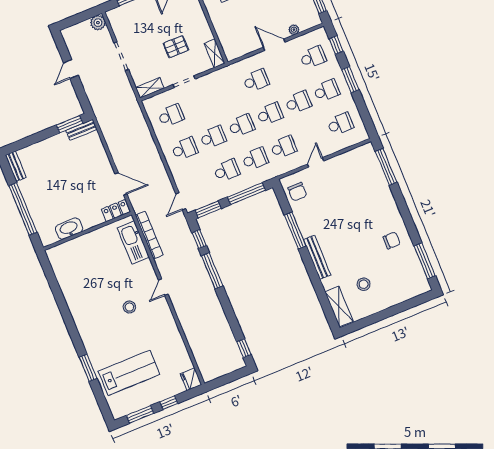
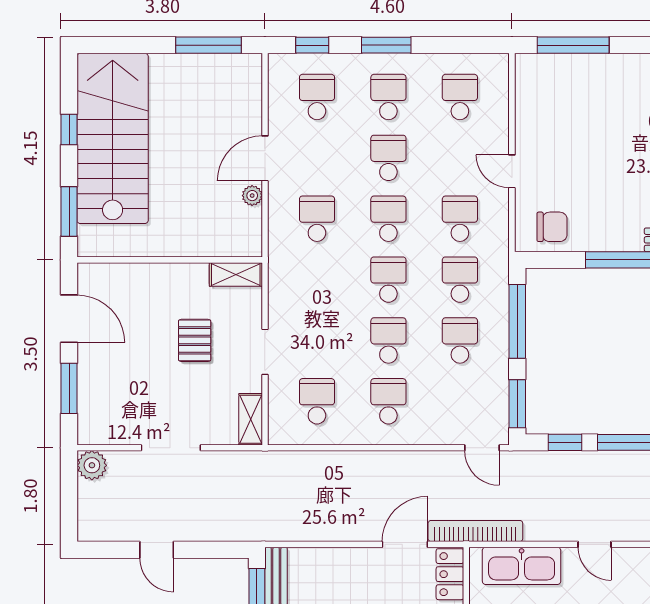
plant: (294, 30) -> (252, 196), moved
bookcase: (149, 235) -> (475, 531), moved
door: (163, 287) -> (595, 544), moved

